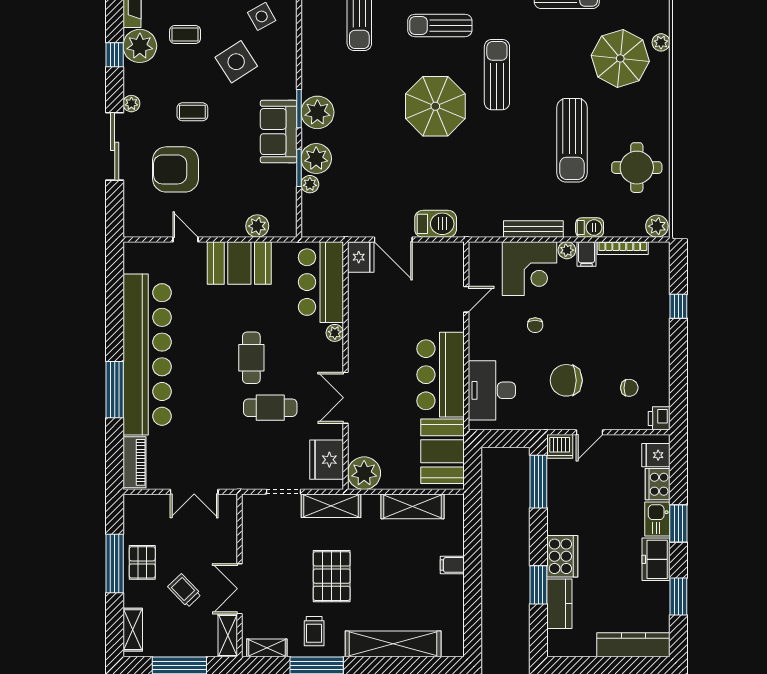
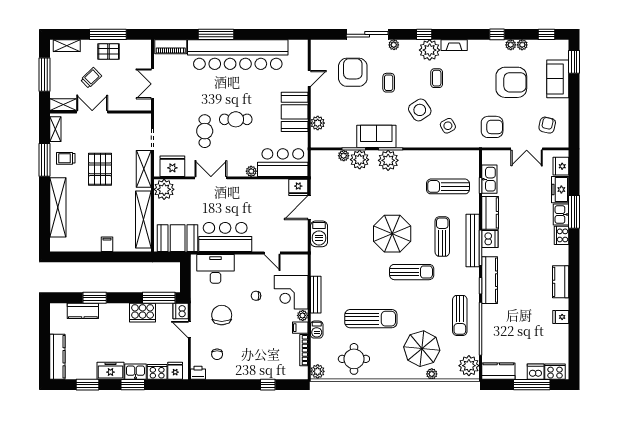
sun lounger: (572, 140) -> (371, 319), turned 180
shelving: (413, 506) -> (143, 220), width x1.47
cooker: (562, 556) -> (143, 313), moved
pallet: (332, 576) -> (100, 169), turned 90

